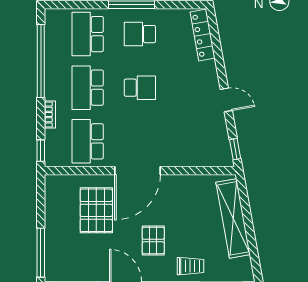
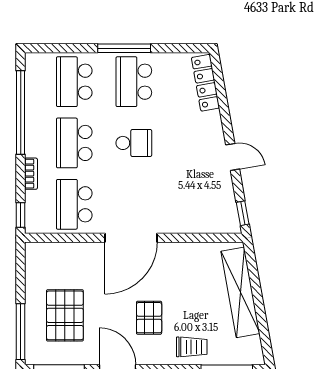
school desk: (140, 34) -> (134, 82), width x1.85
pallet: (96, 210) -> (65, 315), moved

